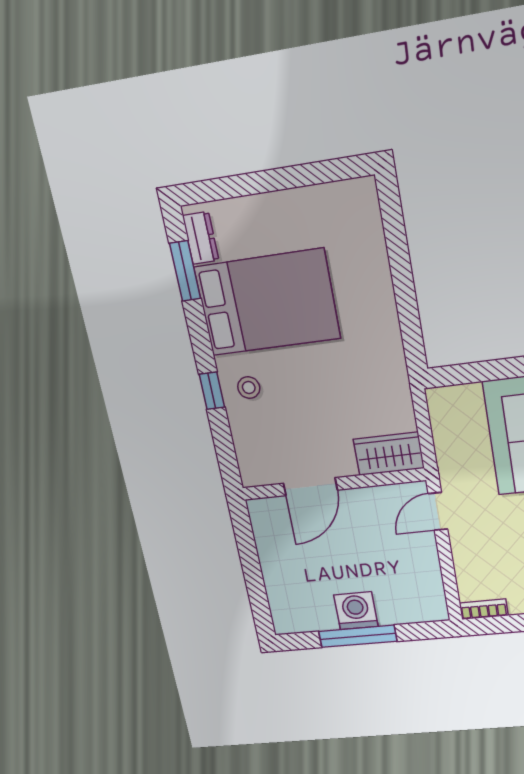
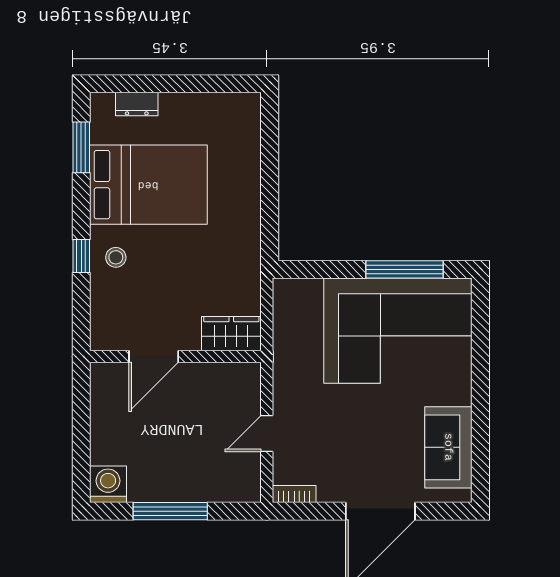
dresser: (201, 238) -> (137, 104), moved, turned 90
door: (438, 511) -> (267, 433), moved
washing machine: (356, 611) -> (108, 484), moved

